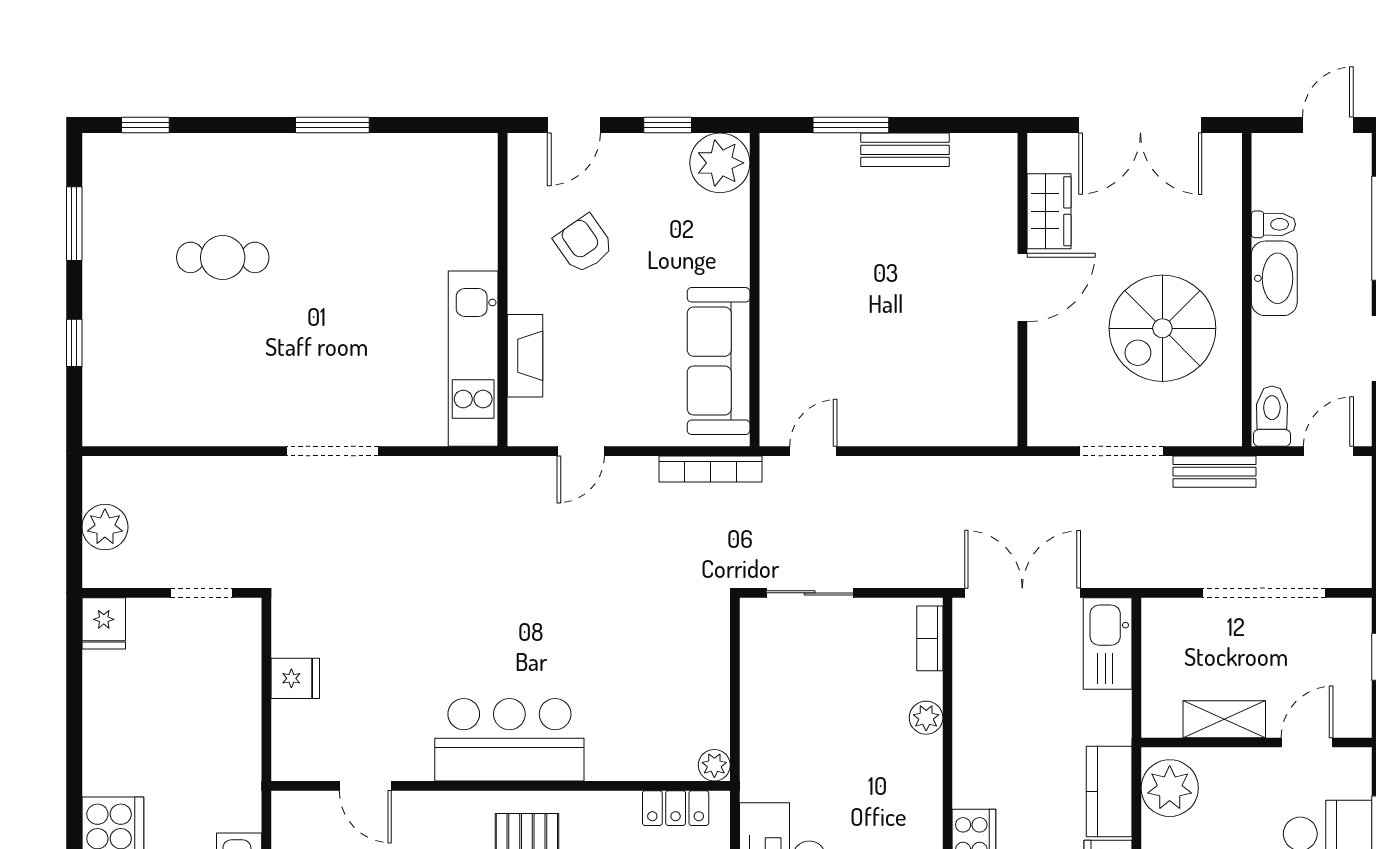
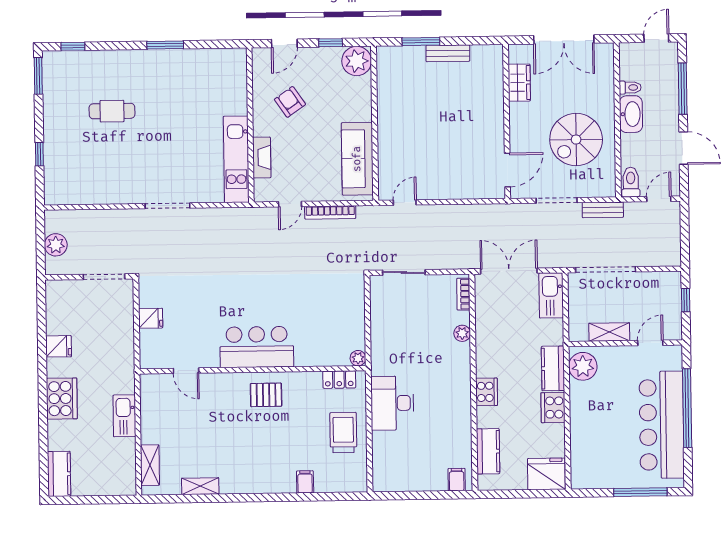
window: (74, 224) -> (38, 76), moved
door: (1022, 288) -> (507, 170), moved
bookcase: (710, 469) -> (330, 212), moved
doorway: (202, 593) -> (104, 277), width x1.38
doorway: (1264, 593) -> (606, 270), moved
fridge: (104, 623) -> (59, 346), moved, turned -90

